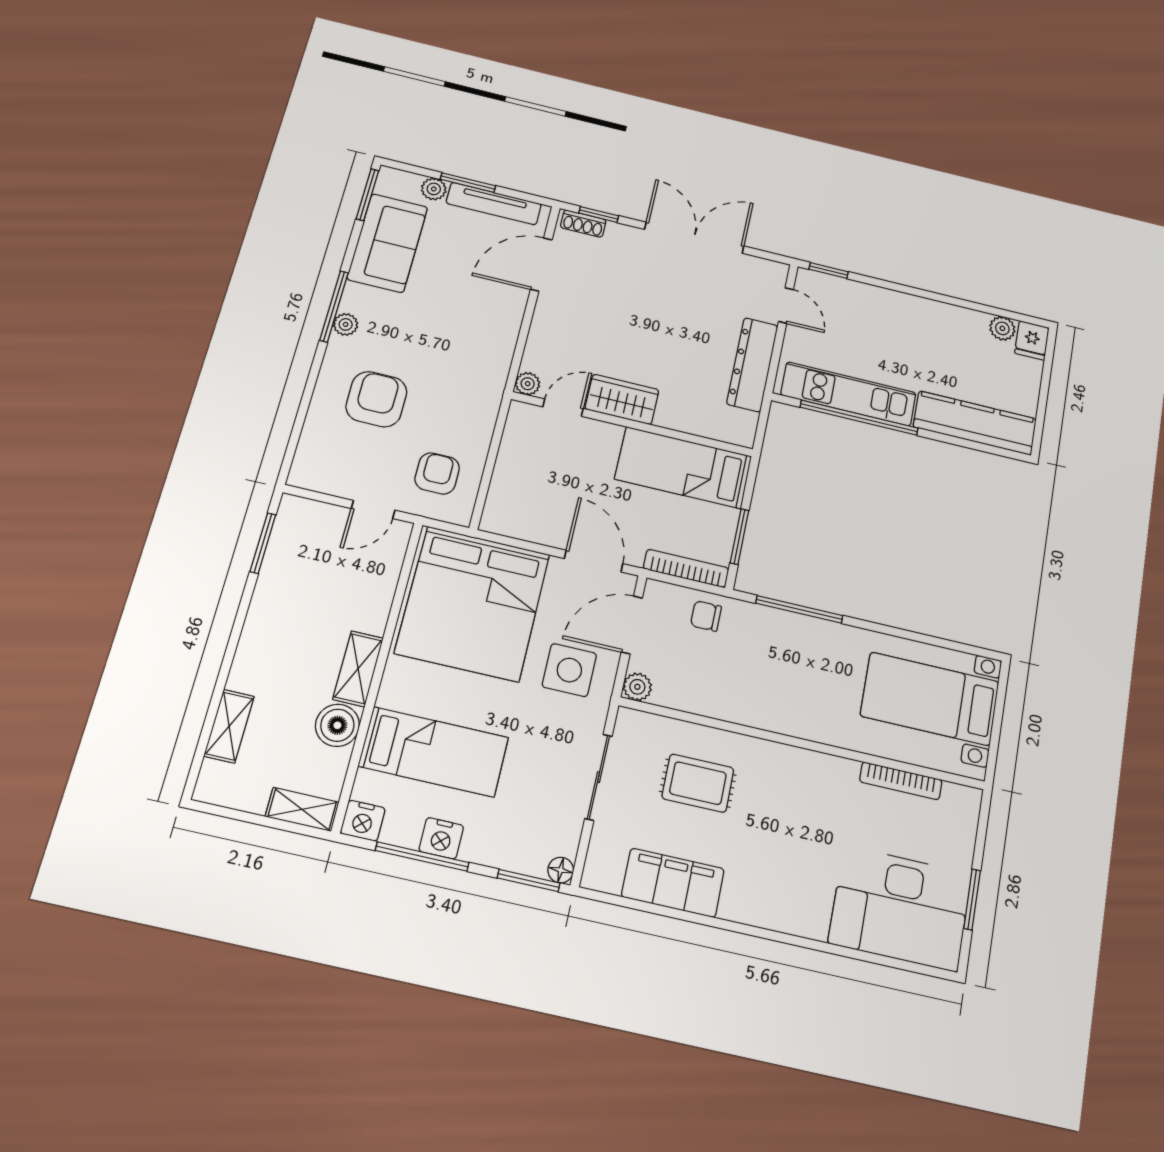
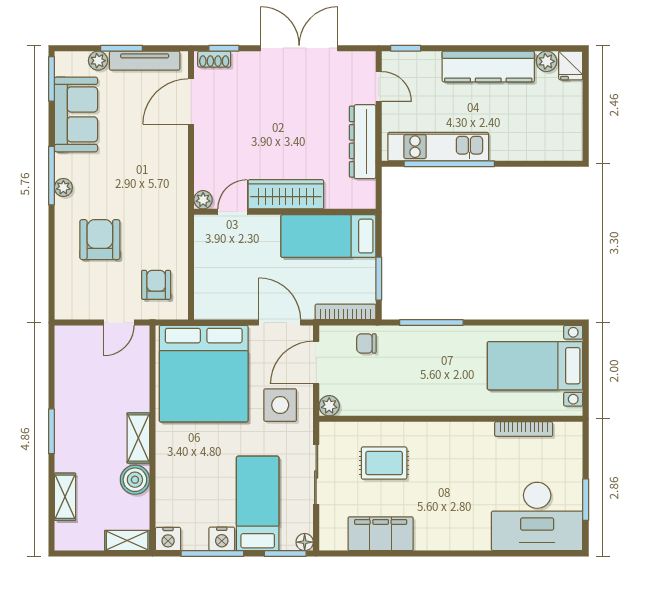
wardrobe: (622, 399) -> (286, 194), width x1.50
kitchen counter: (975, 423) -> (488, 66), moved, turned 180
window: (263, 543) -> (51, 431), moved
bed: (434, 752) -> (258, 503), moved, turned -90

